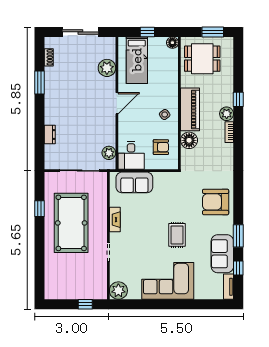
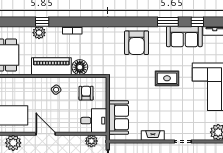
plant: (227, 114) -> (39, 33), moved

